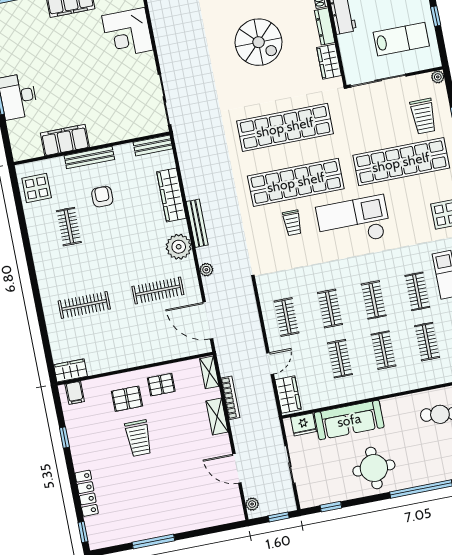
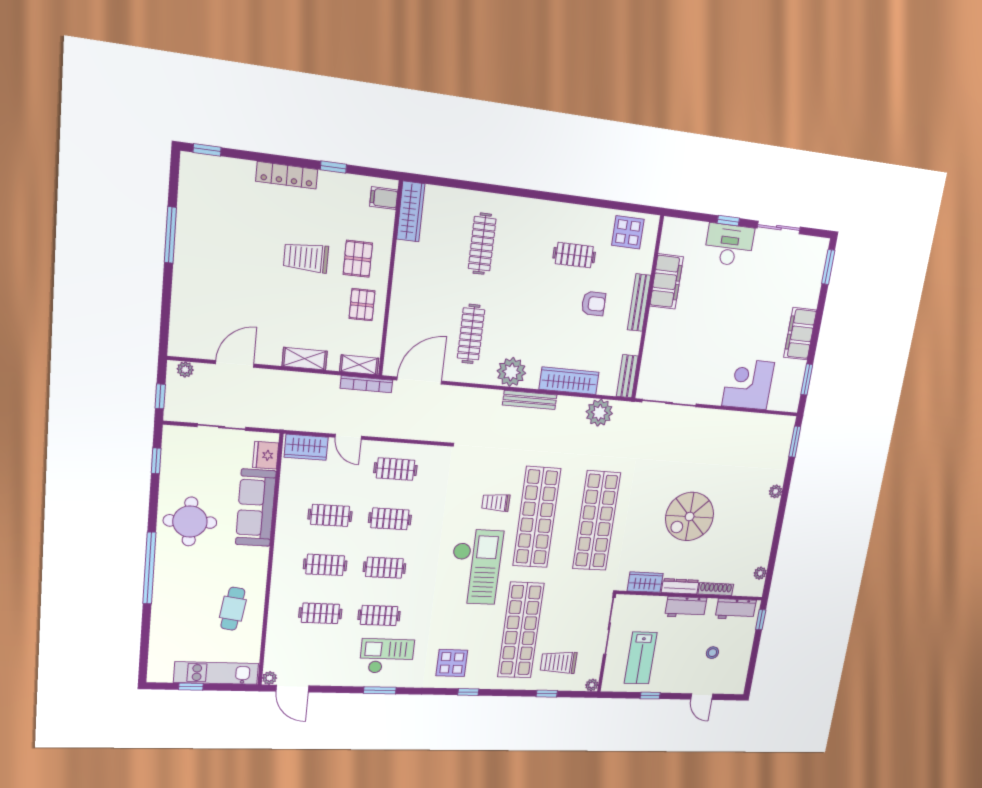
plant: (206, 270) -> (599, 413), moved, width x1.88, depth x1.88
wardrobe: (70, 370) -> (411, 212), width x1.50
bookcase: (230, 398) -> (366, 384), moved
locker: (87, 493) -> (287, 175), moved

